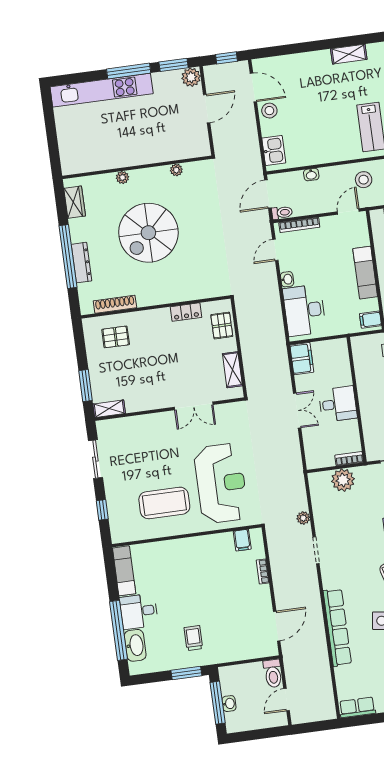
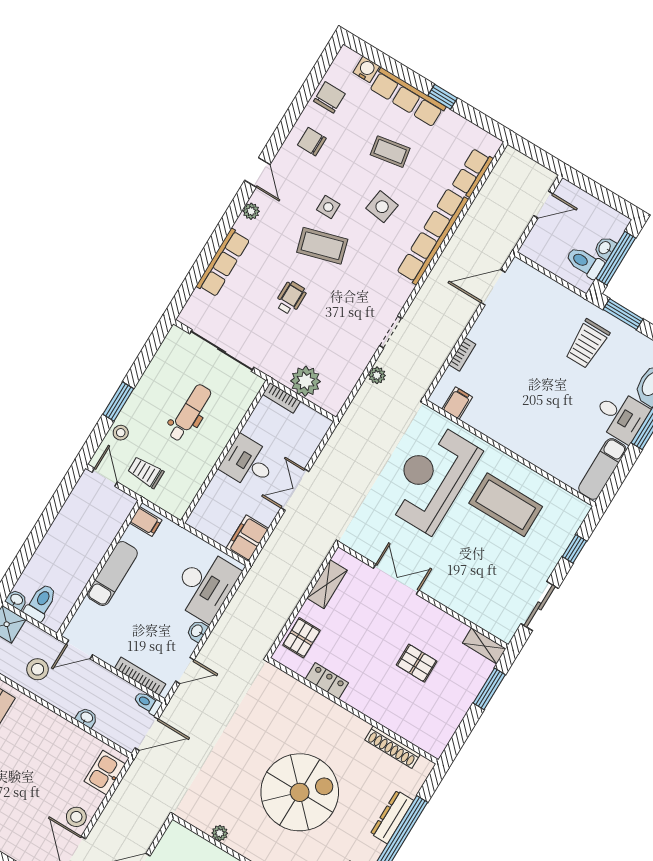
pallet: (116, 337) -> (417, 663), moved
trolley: (193, 638) -> (587, 344), width x1.36, depth x1.39
toilet: (273, 673) -> (585, 262), moved, turned -90
row of seats: (357, 707) -> (472, 173), moved, turned 90

